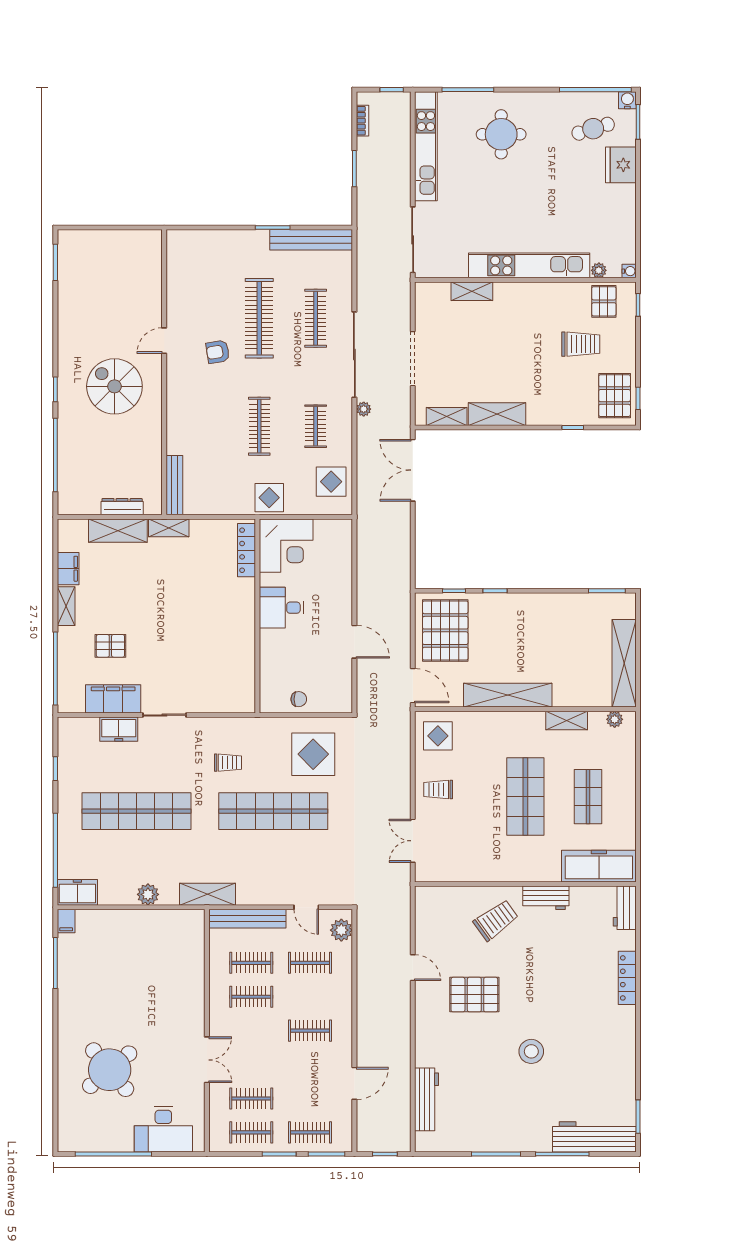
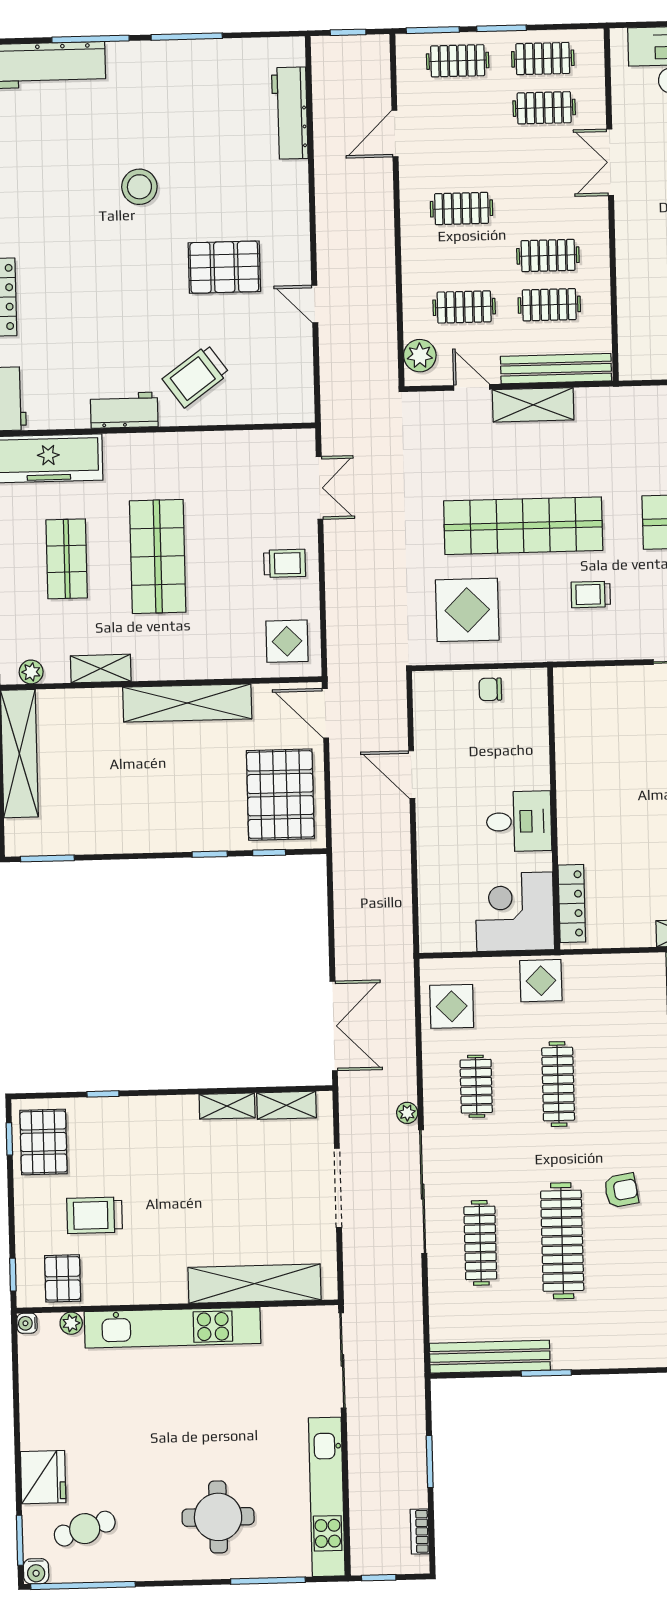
shelving: (472, 291) -> (255, 1284), width x2.20, depth x1.33
shelving: (497, 414) -> (227, 1106), width x0.67, depth x0.75
shelving: (207, 894) -> (533, 405), moved

